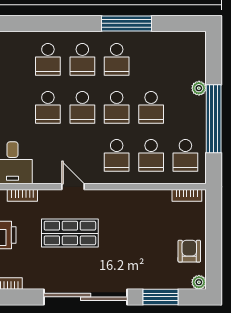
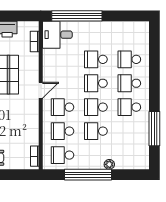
window: (127, 23) -> (154, 129), moved
door: (73, 187) -> (41, 90), moved

